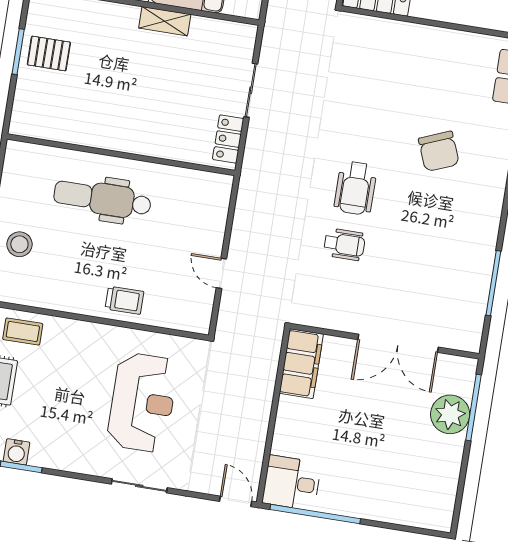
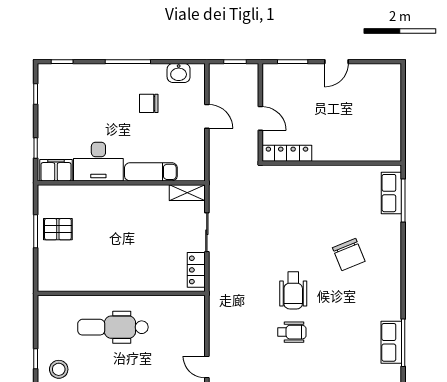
shelving: (165, 21) -> (187, 193), moved
row of seats: (477, 280) -> (391, 342), added

